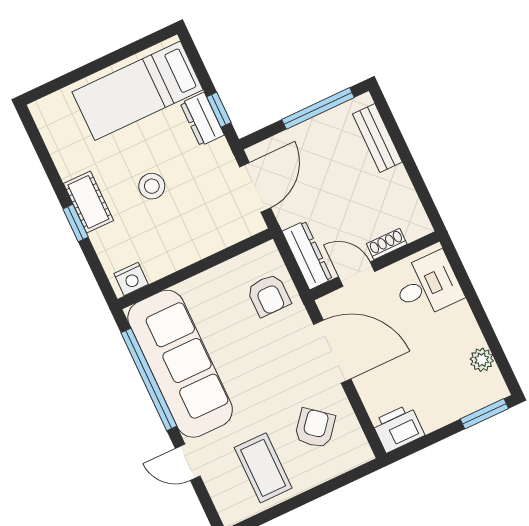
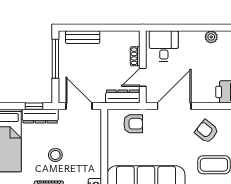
dresser: (202, 119) -> (40, 116), width x1.44

